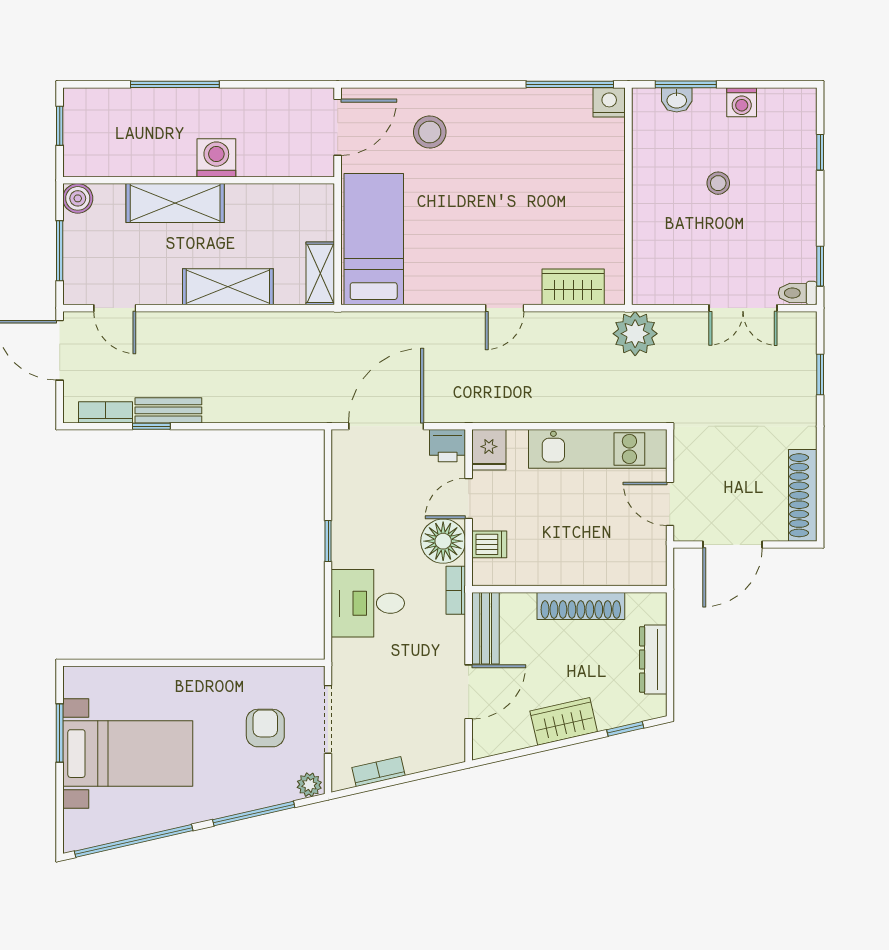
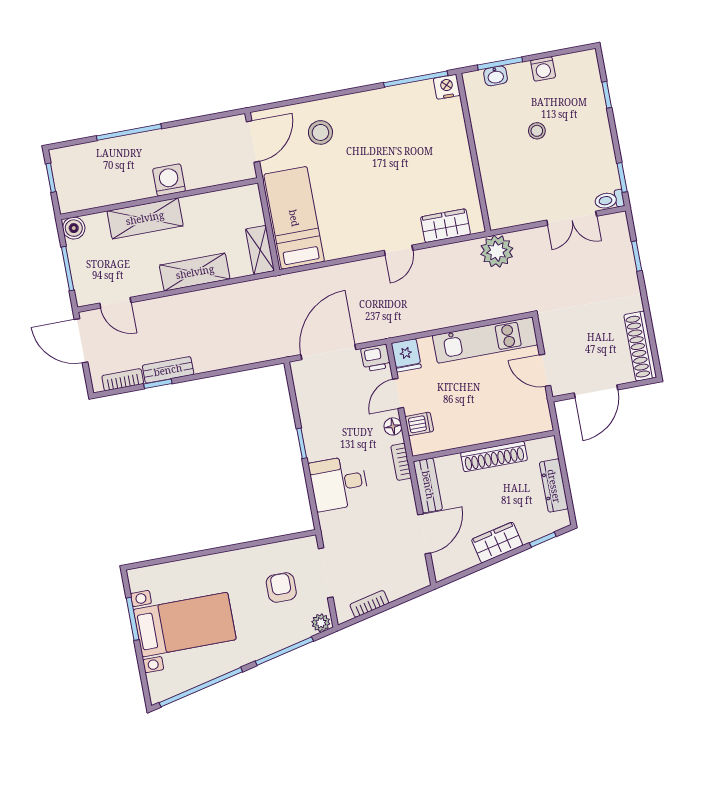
floor lamp: (443, 541) -> (393, 426), width x0.53, depth x0.53

